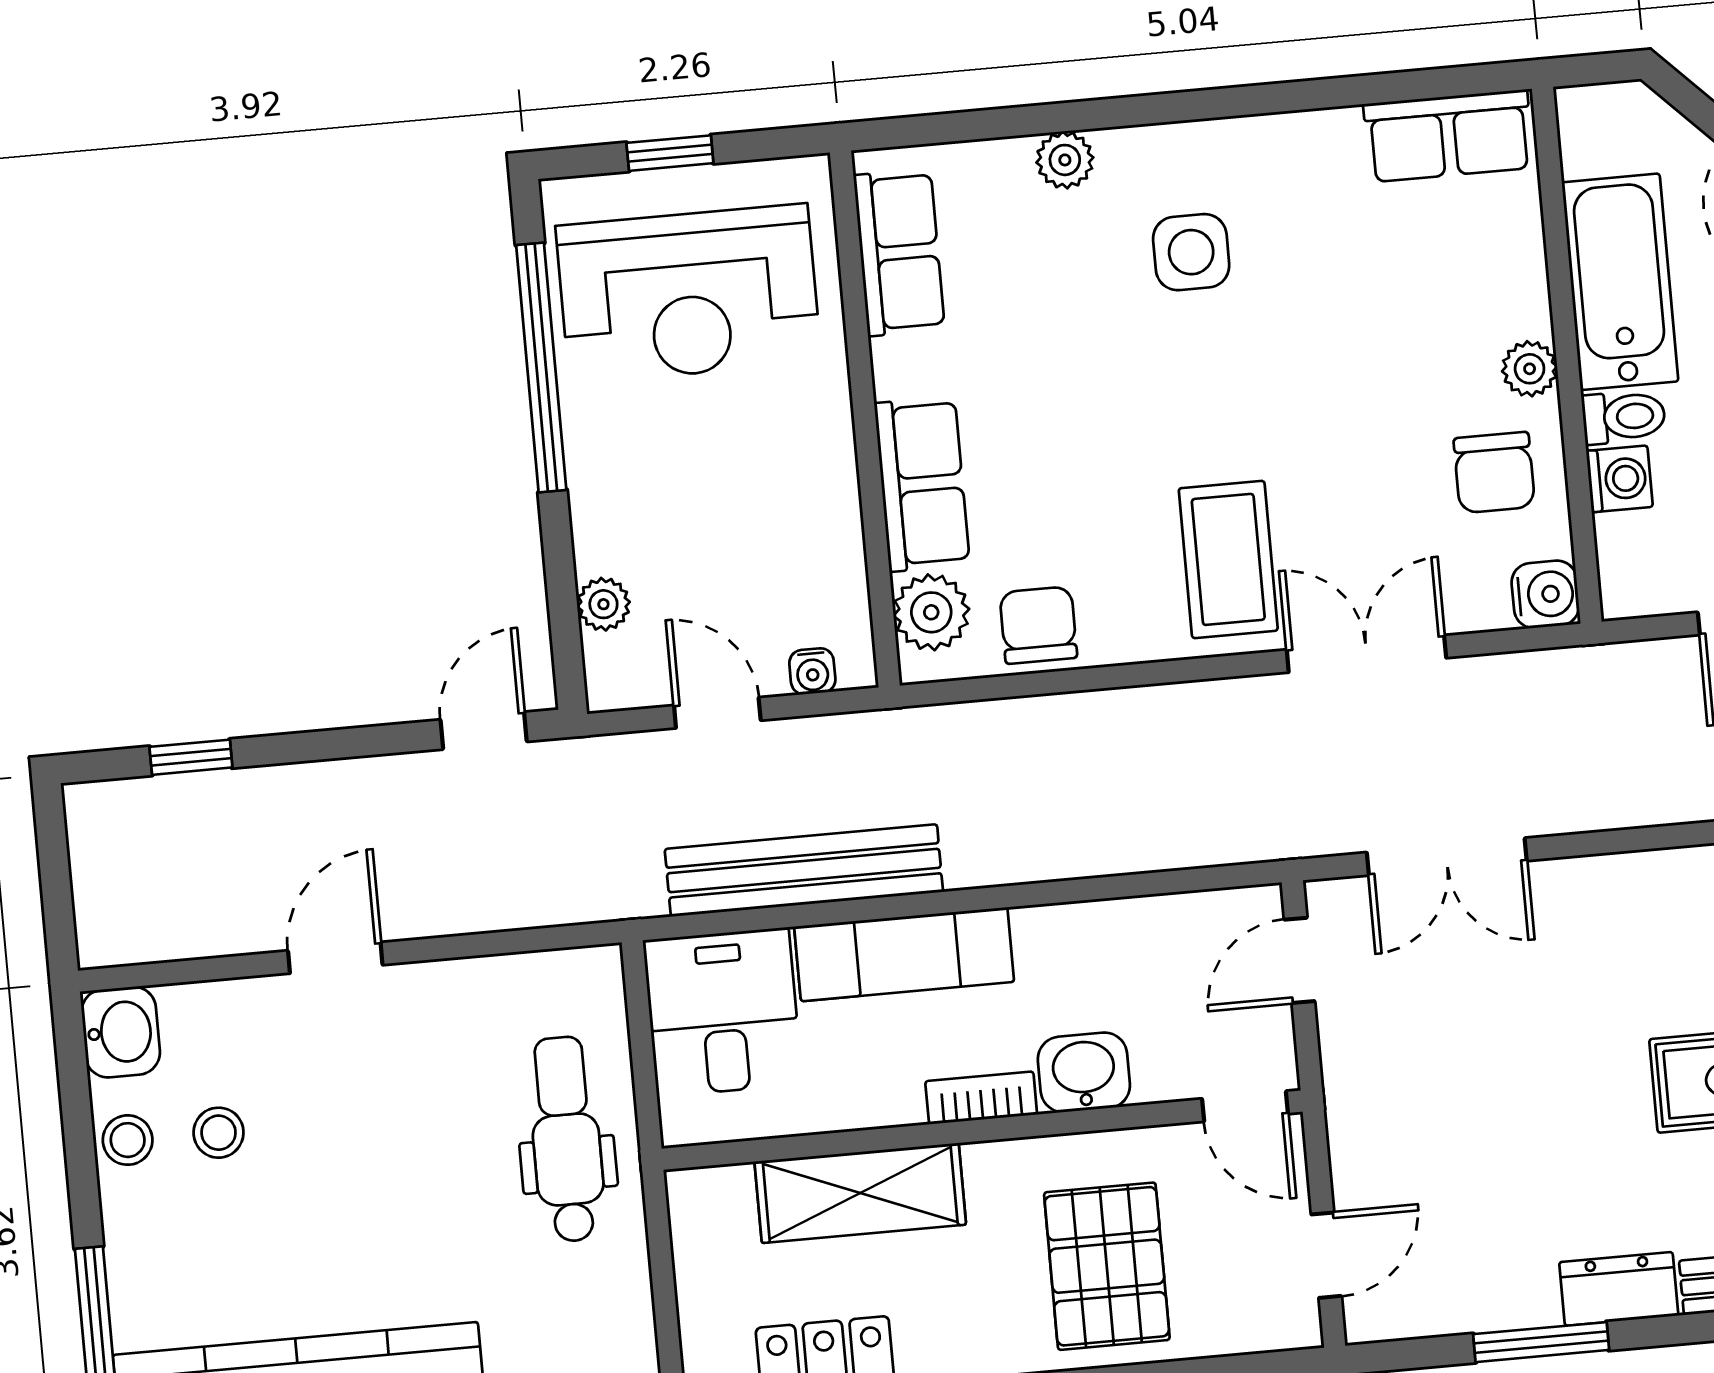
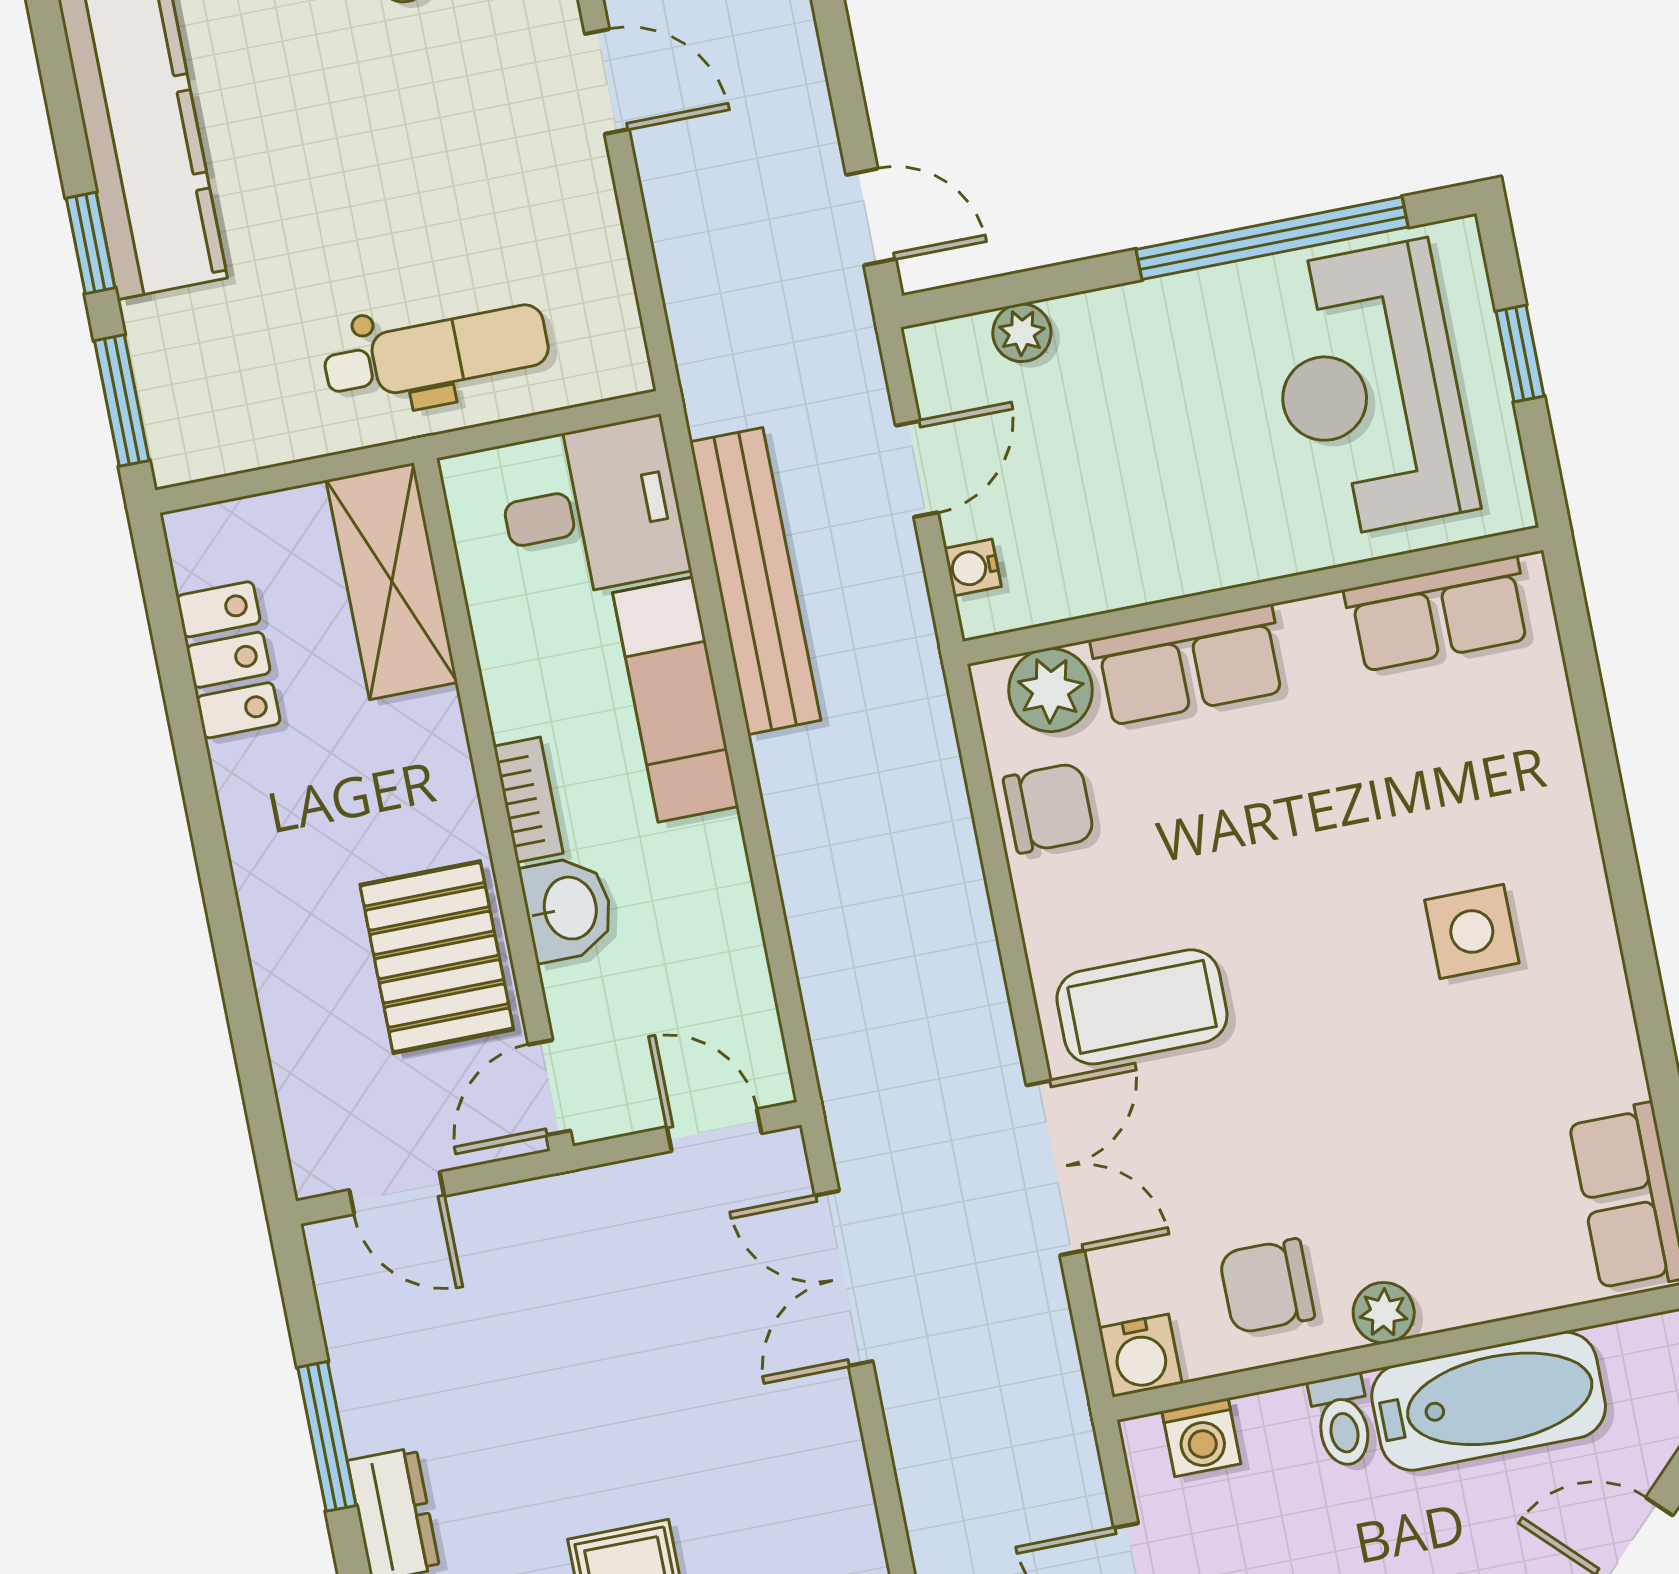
plant: (1065, 160) -> (1558, 784), removed
washing machine: (1619, 479) -> (1201, 1437), moved
shelving: (860, 1193) -> (392, 581), moved
pallet: (1107, 1266) -> (437, 957), moved, turned 90

